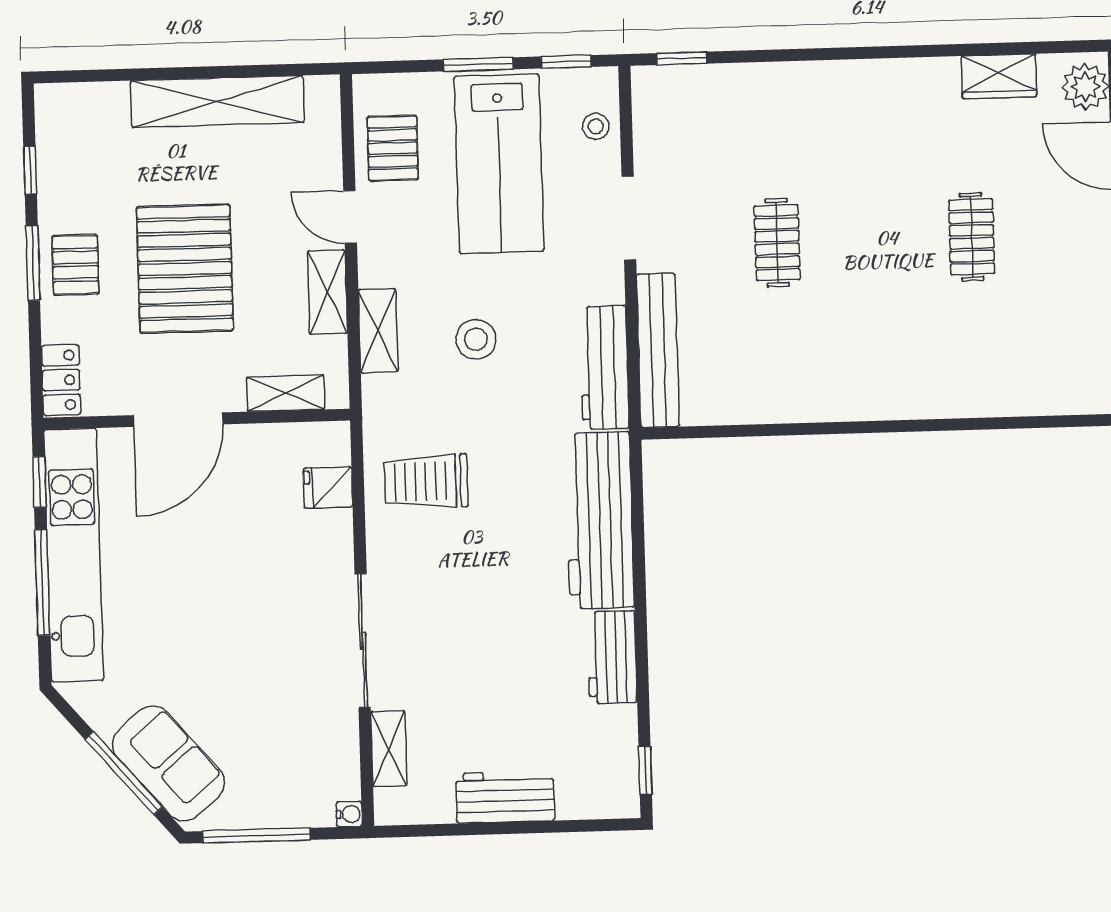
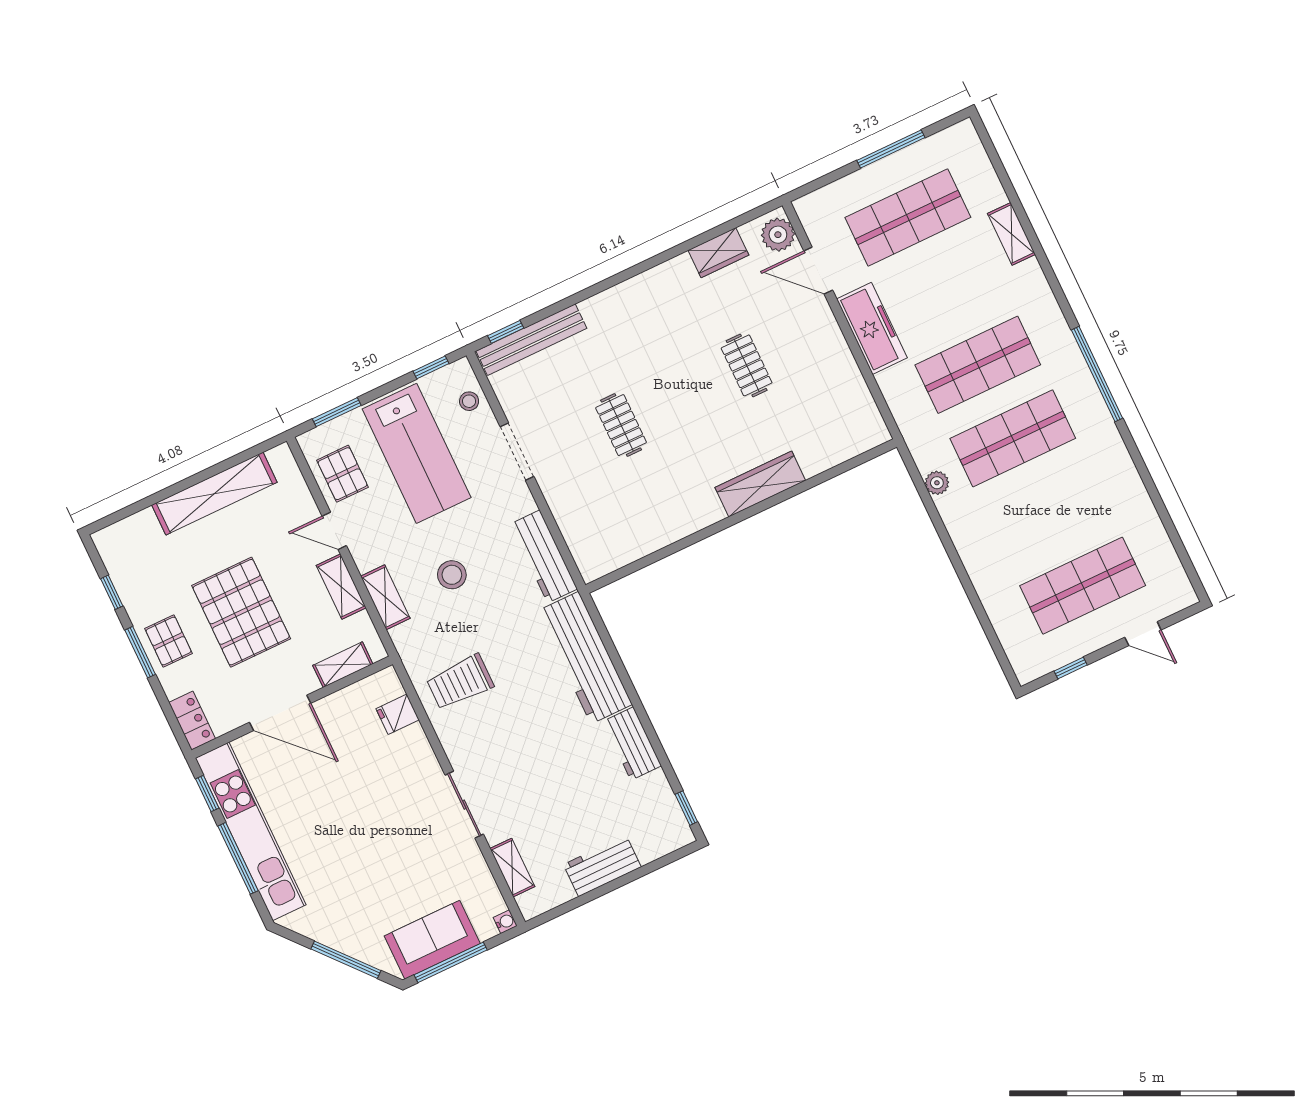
window: (478, 64) -> (337, 412), moved
bench: (658, 350) -> (531, 340), moved, turned 90
wardrobe: (922, 396) -> (760, 484), added
door: (178, 420) -> (280, 713), hinge flipped
sliding door: (363, 641) -> (464, 805), width x0.73
sofa: (168, 763) -> (432, 940), moved, turned -49

